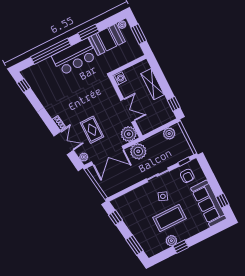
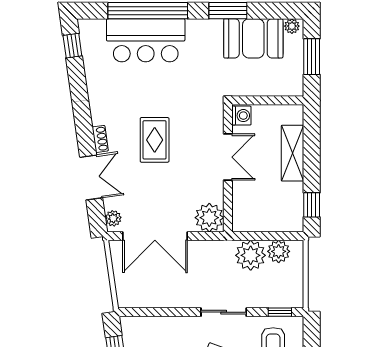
bar counter: (74, 57) -> (146, 40), moved
double door: (128, 110) -> (228, 157), moved
rug: (92, 130) -> (155, 140), moved
plant: (138, 151) -> (251, 255), moved

